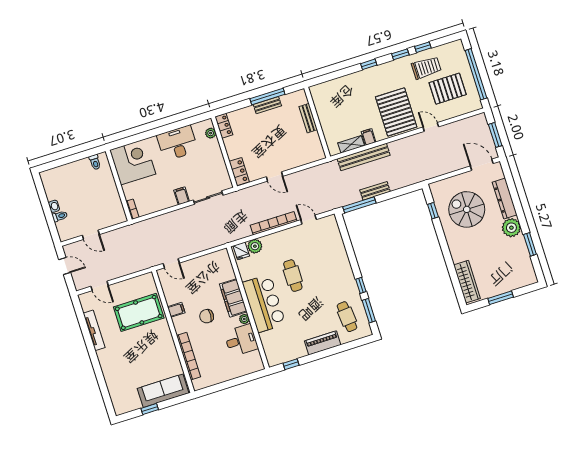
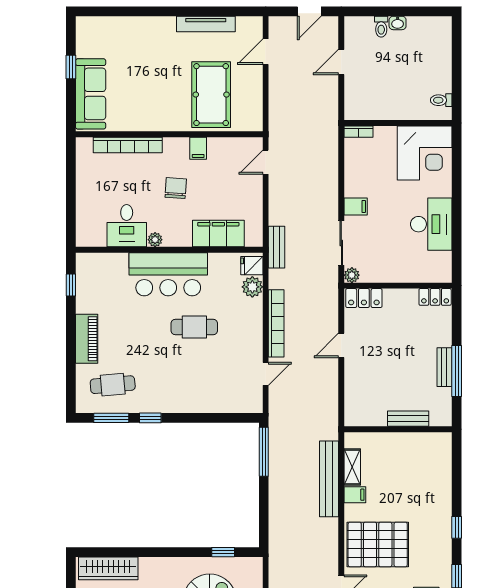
plant: (211, 133) -> (352, 275), moved
bench: (375, 191) -> (277, 247), moved
filing cabinet: (233, 298) -> (218, 233), moved

